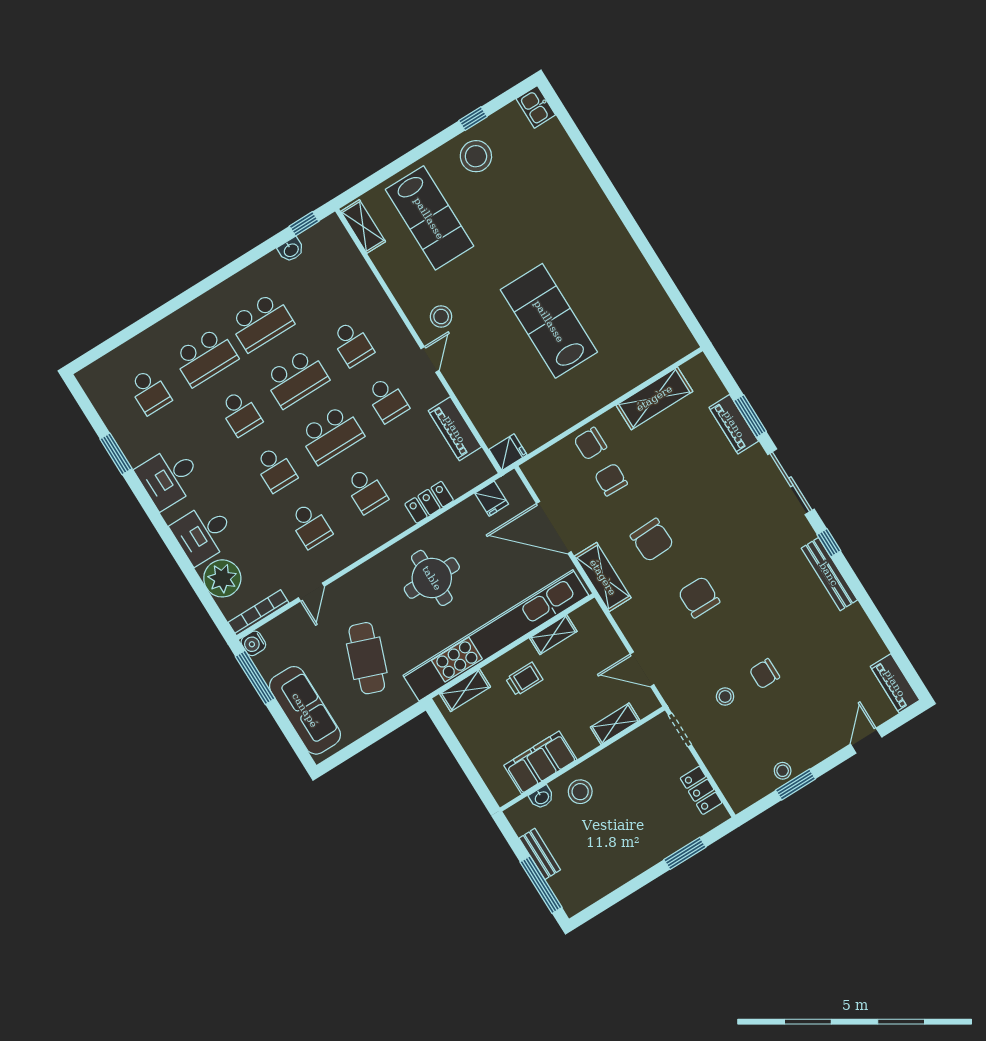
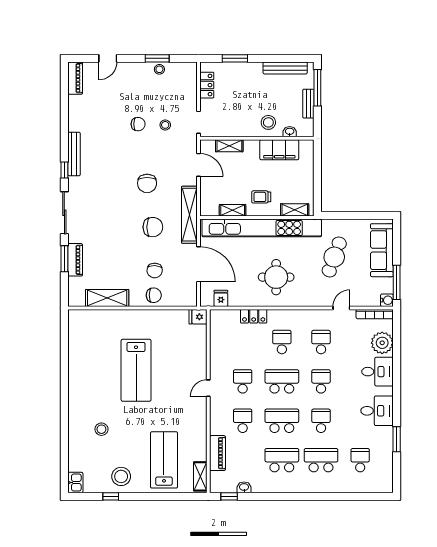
stool: (441, 317) -> (101, 429), moved
piano: (455, 429) -> (218, 453), moved
chair: (652, 540) -> (153, 227), turned 92
shelving: (603, 577) -> (189, 215), width x1.47
bench: (605, 884) -> (285, 68), added

